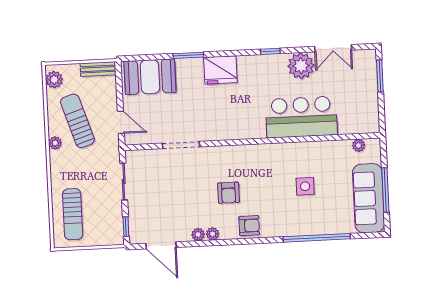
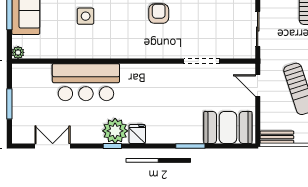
plant: (301, 66) -> (115, 131), moved
fridge: (220, 70) -> (137, 134), moved, width x0.53, depth x0.75
window: (380, 76) -> (9, 104), moved
plant: (359, 145) -> (18, 52), moved

